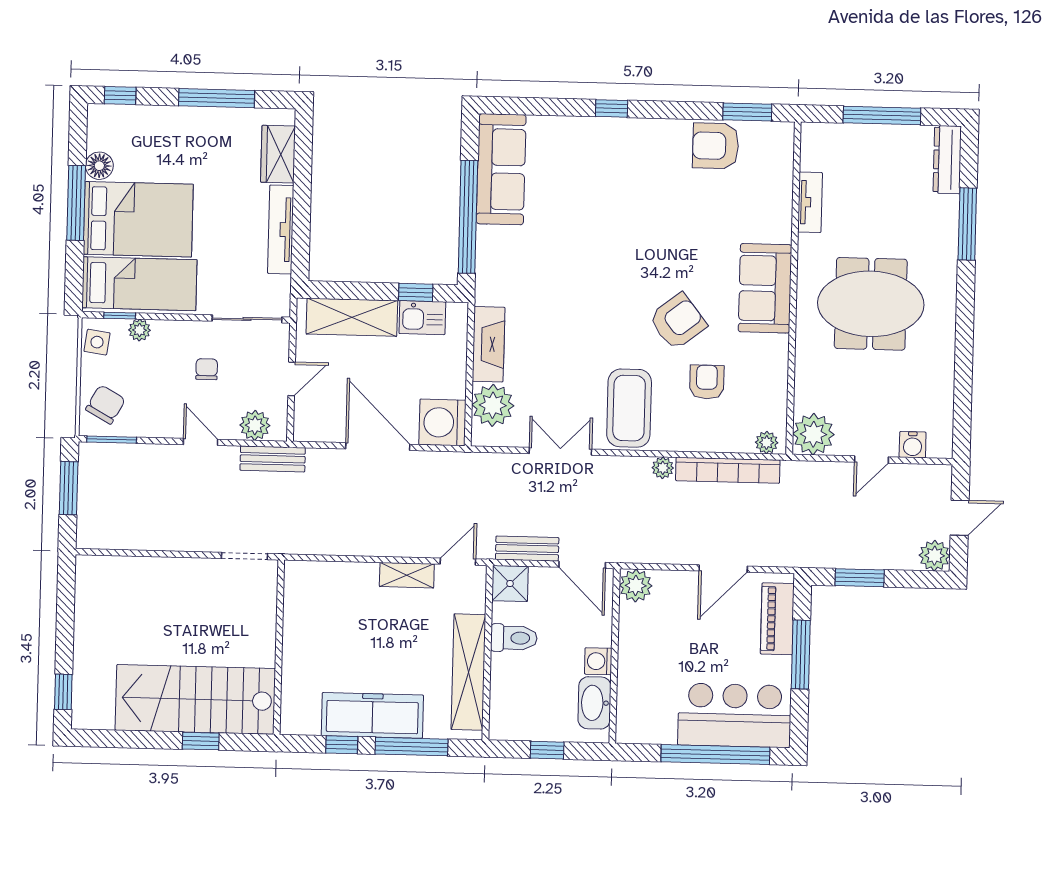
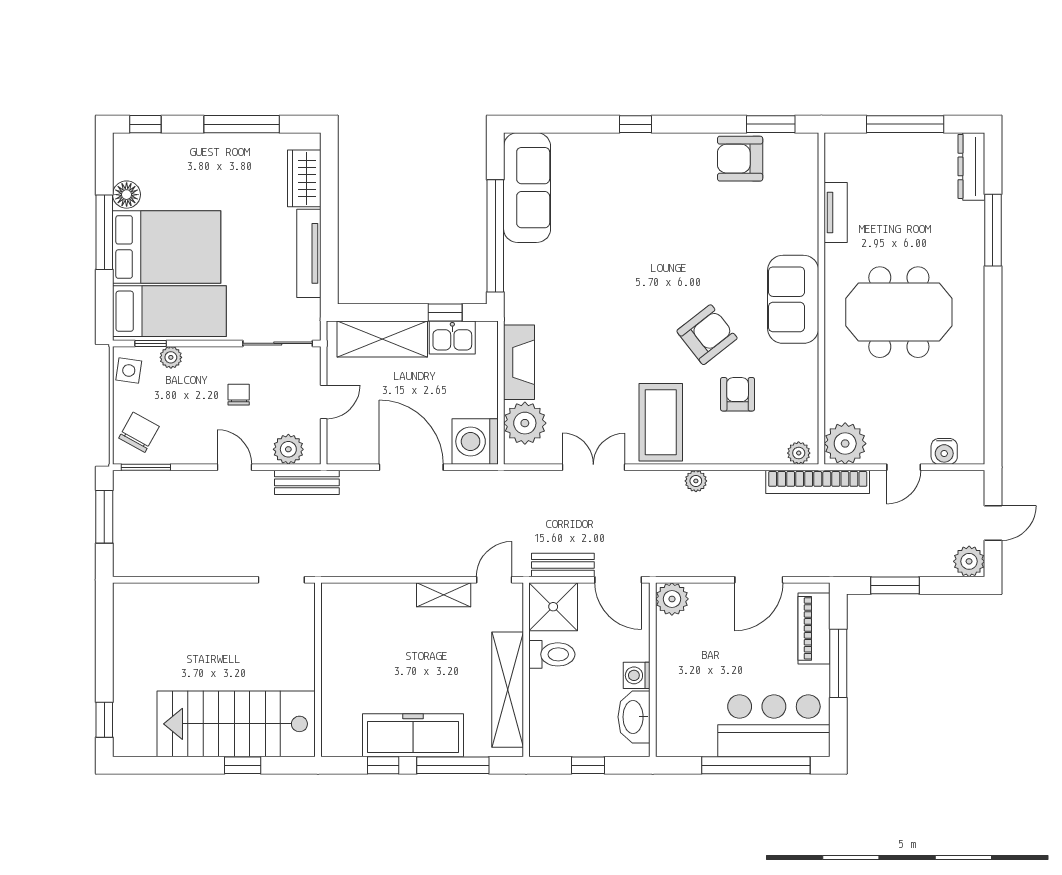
bookcase: (728, 470) -> (818, 482), moved
shower: (510, 584) -> (553, 607), width x1.36, depth x1.36

